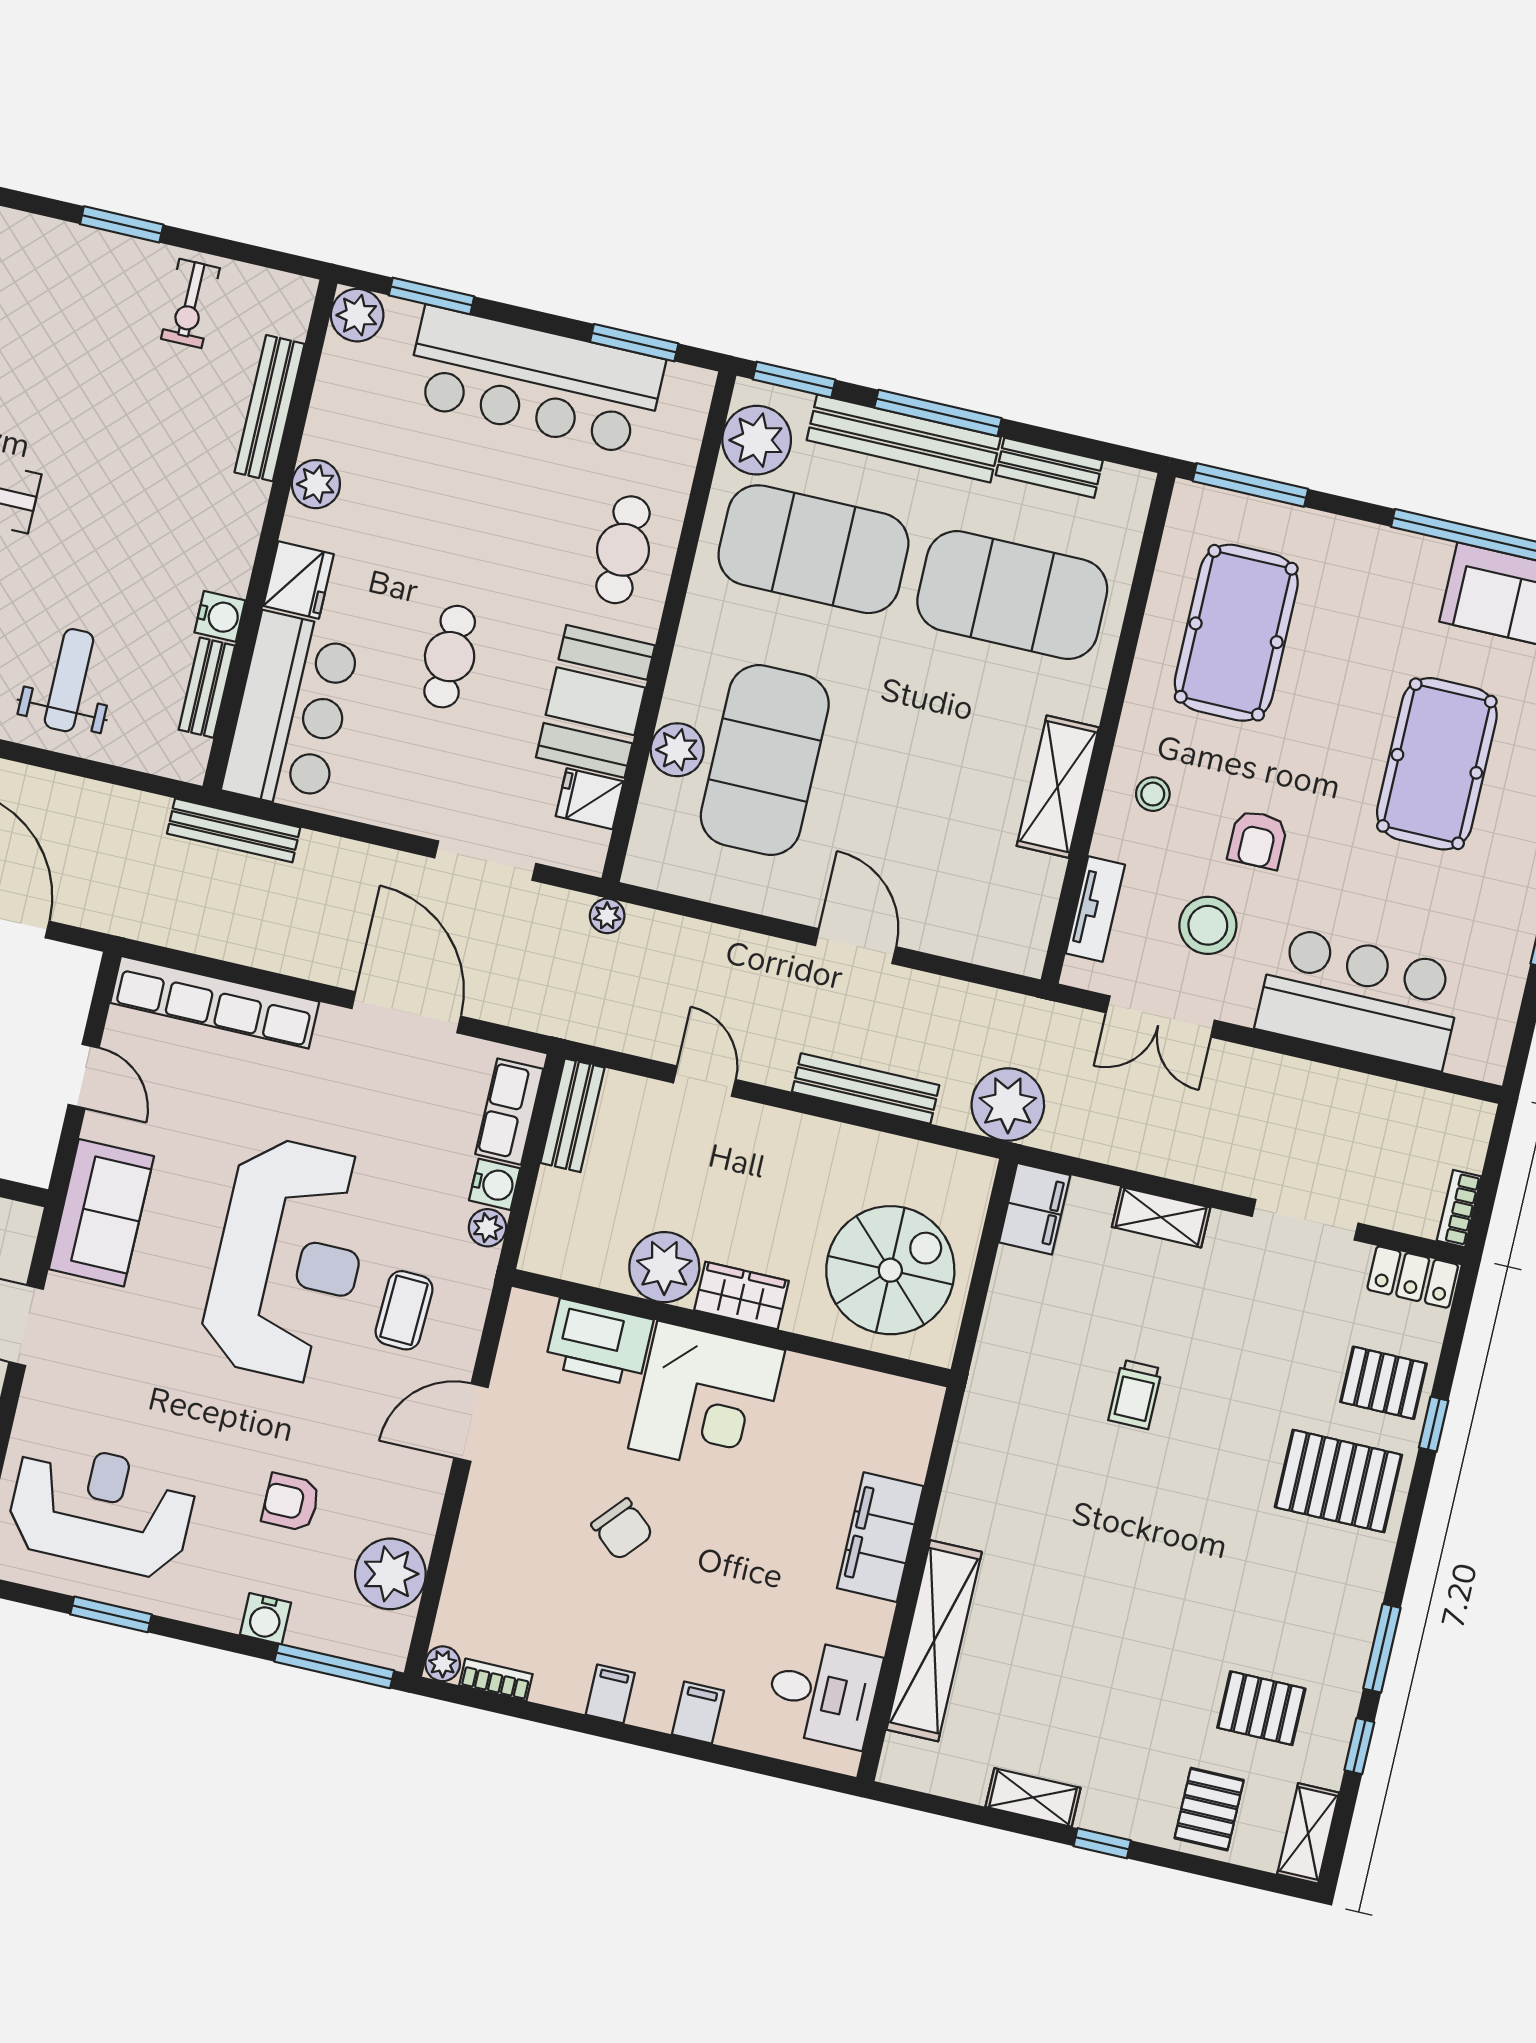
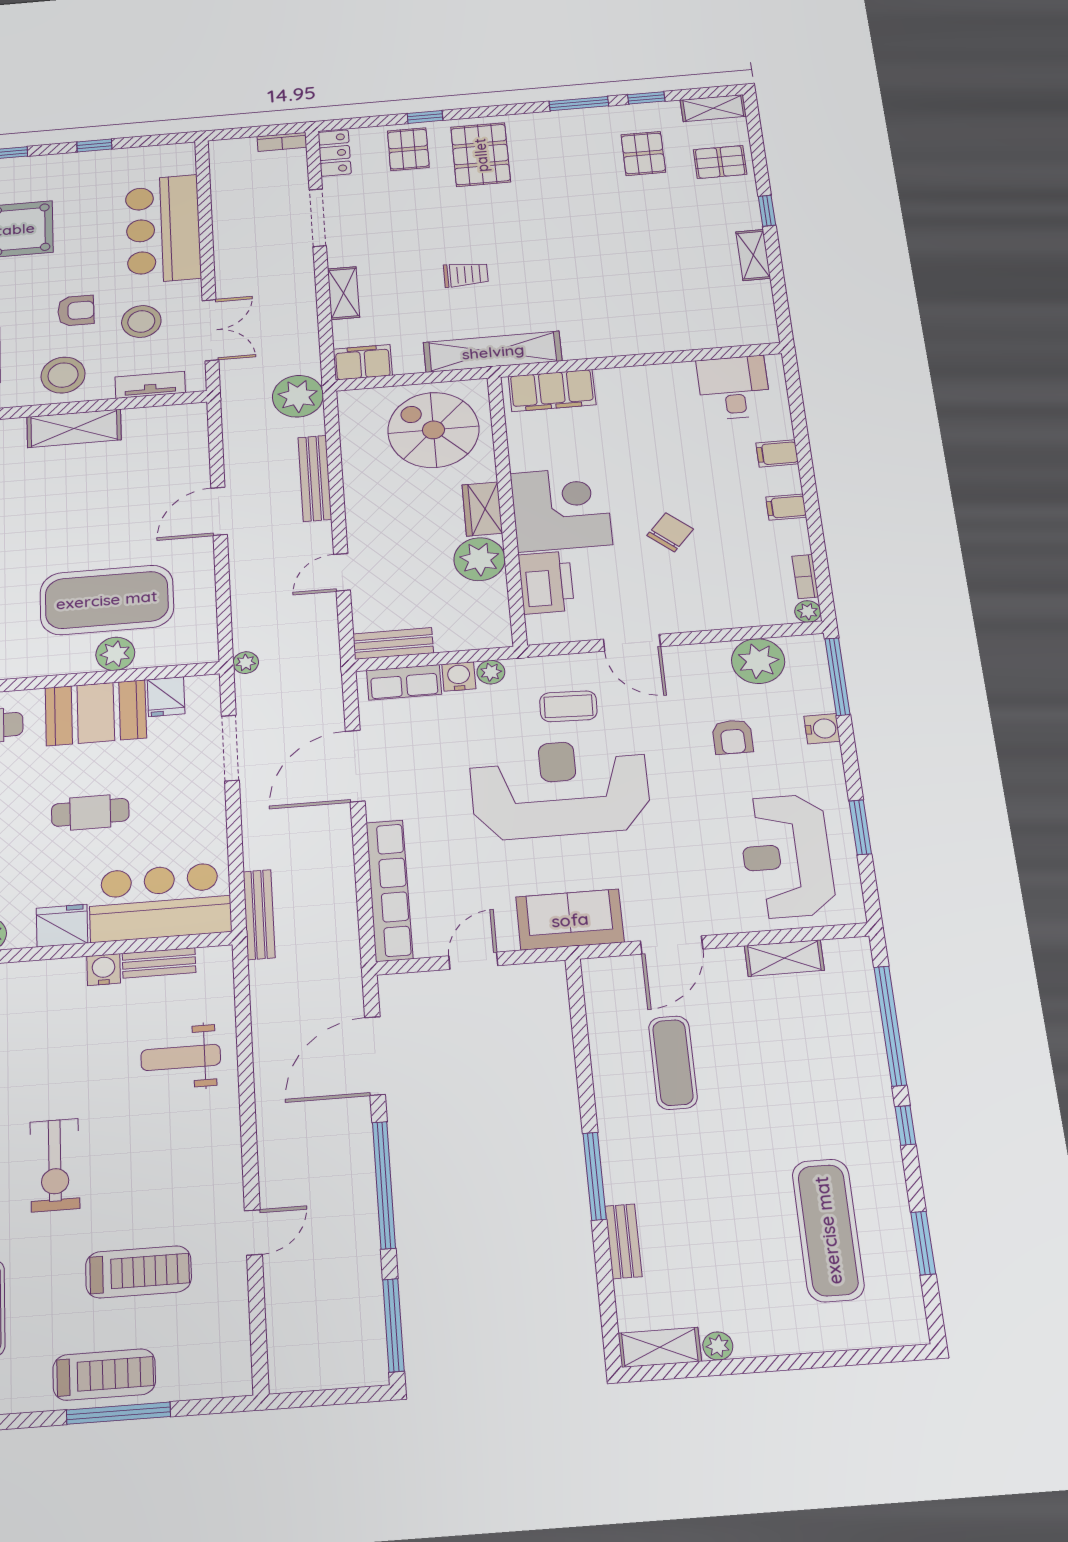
stool: (1153, 794) -> (63, 375), width x1.89, depth x1.89
filing cabinet: (880, 1537) -> (552, 391), moved
shelving: (934, 1641) -> (493, 352), moved

